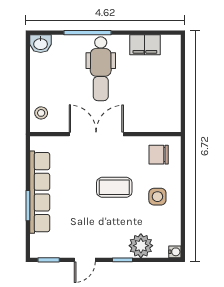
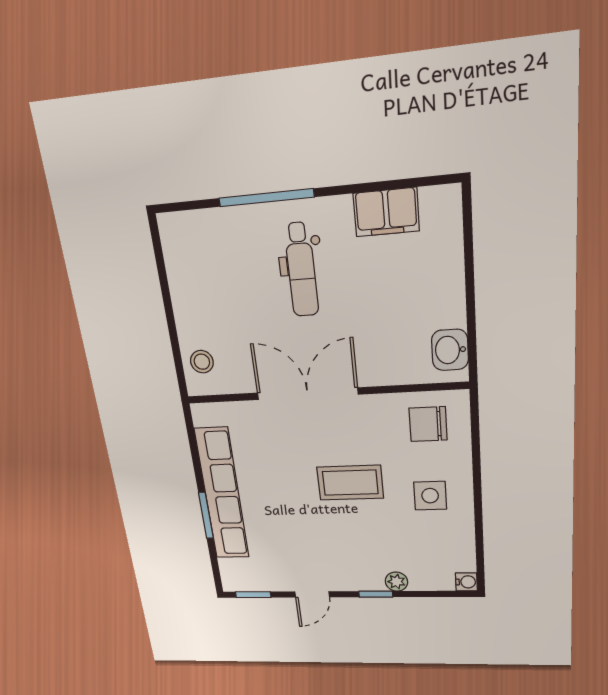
washbasin: (41, 44) -> (450, 350), moved, turned 90
dental chair: (101, 69) -> (301, 270), width x0.73, depth x0.72
plant: (141, 246) -> (396, 582), width x0.53, depth x0.53

